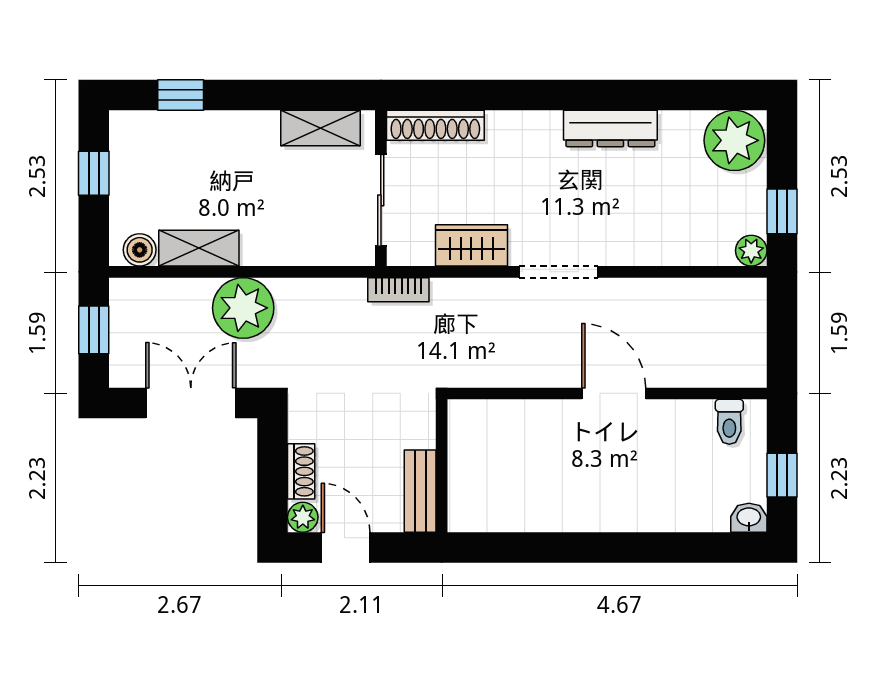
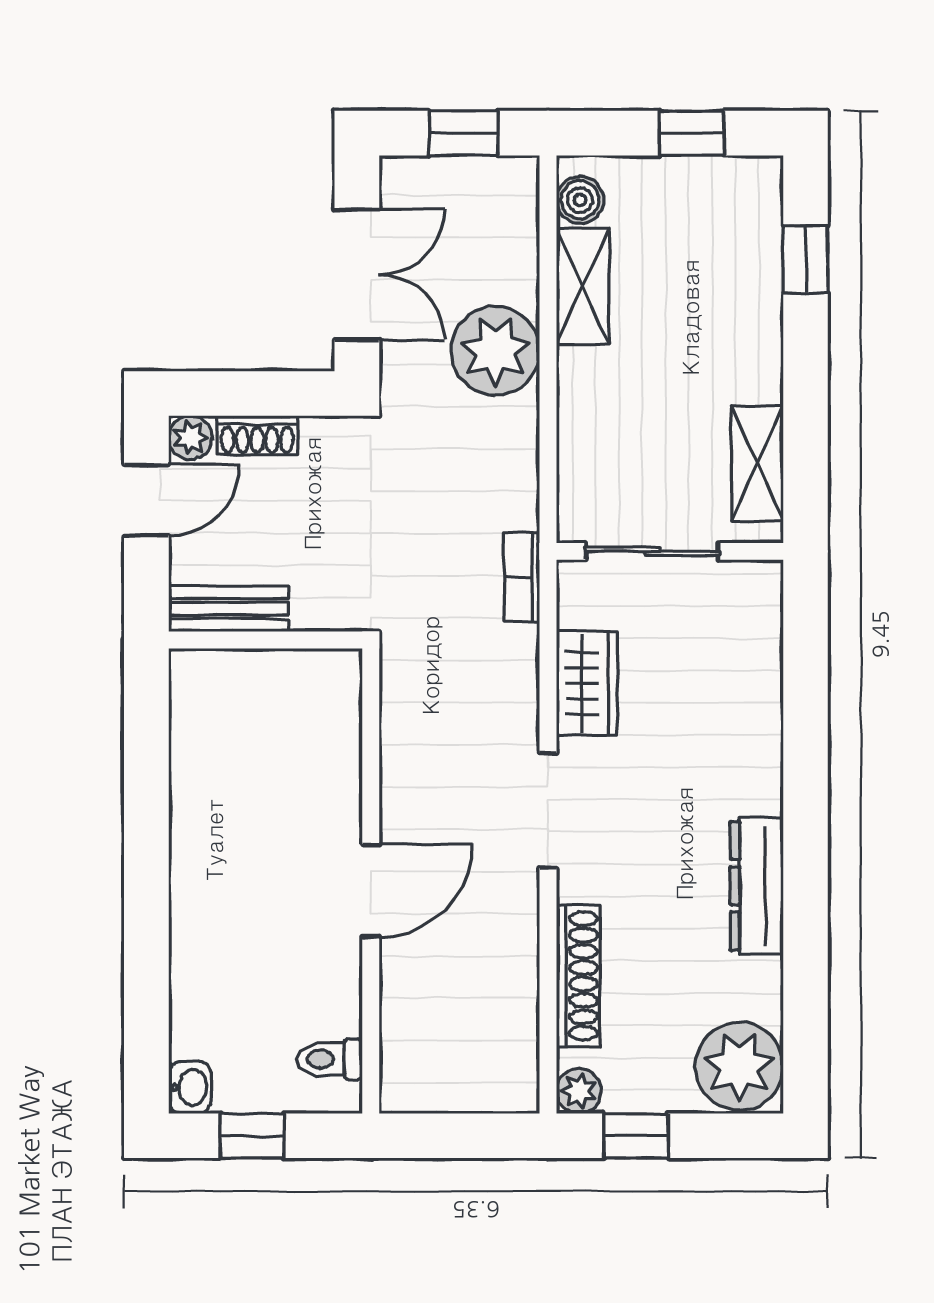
shoe rack: (435, 125) -> (578, 976), moved, turned 180

